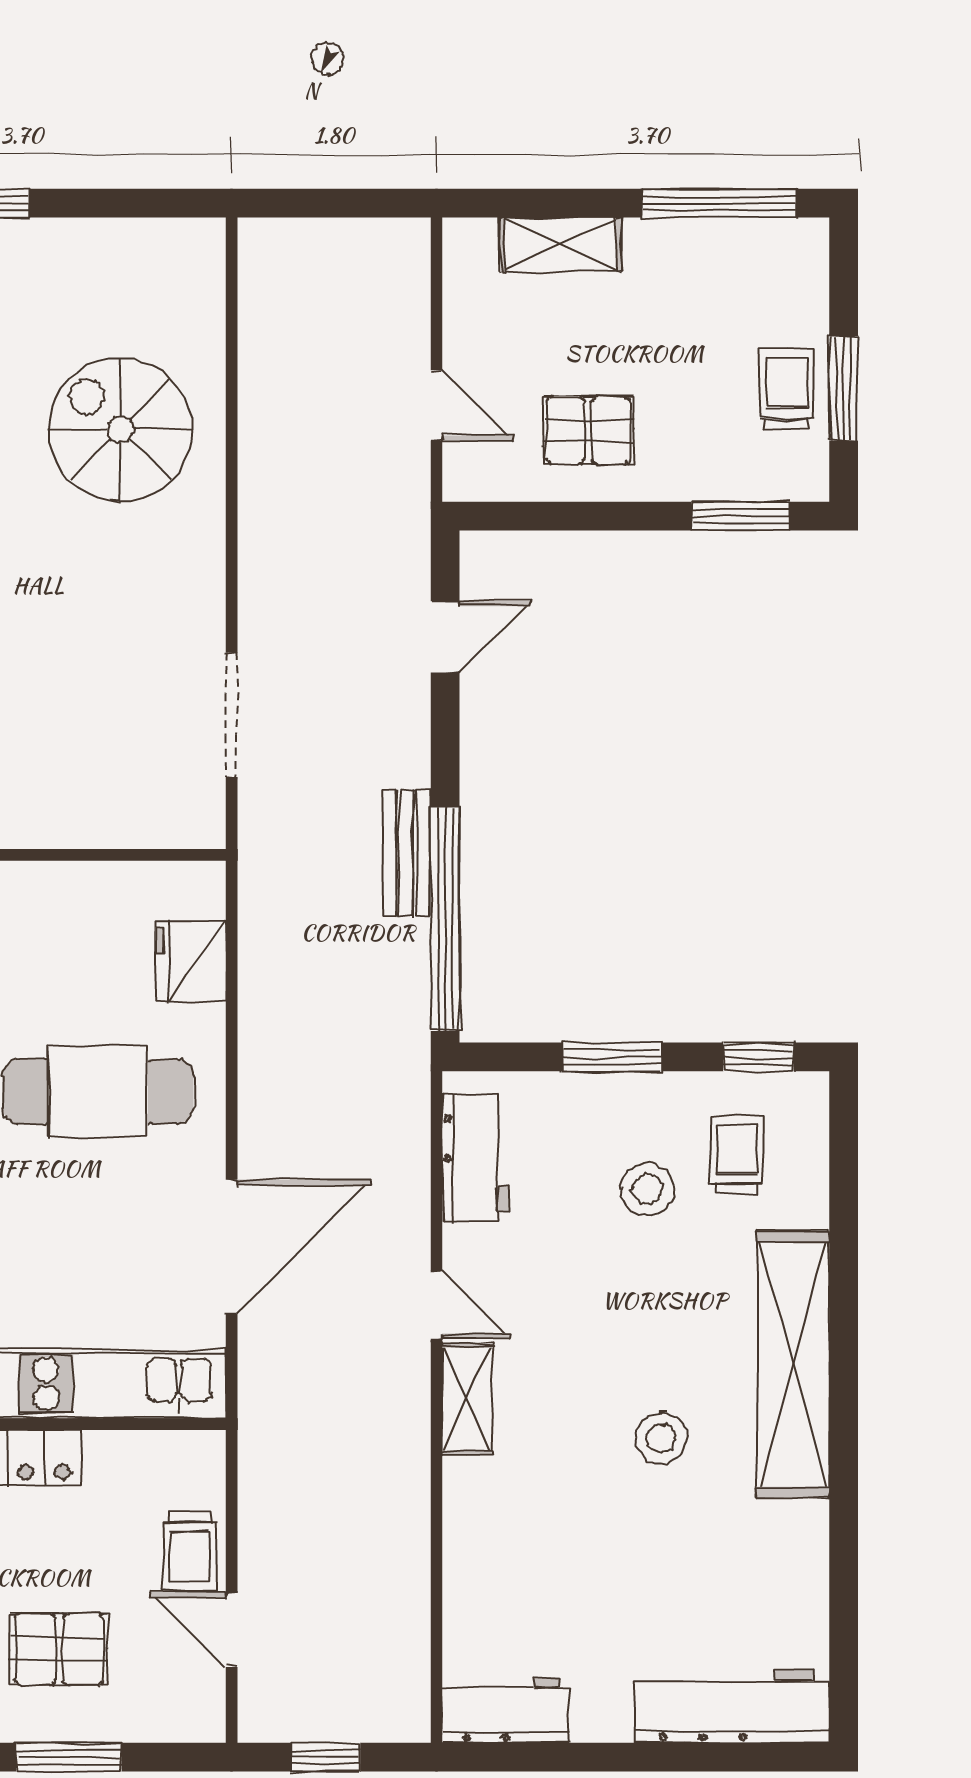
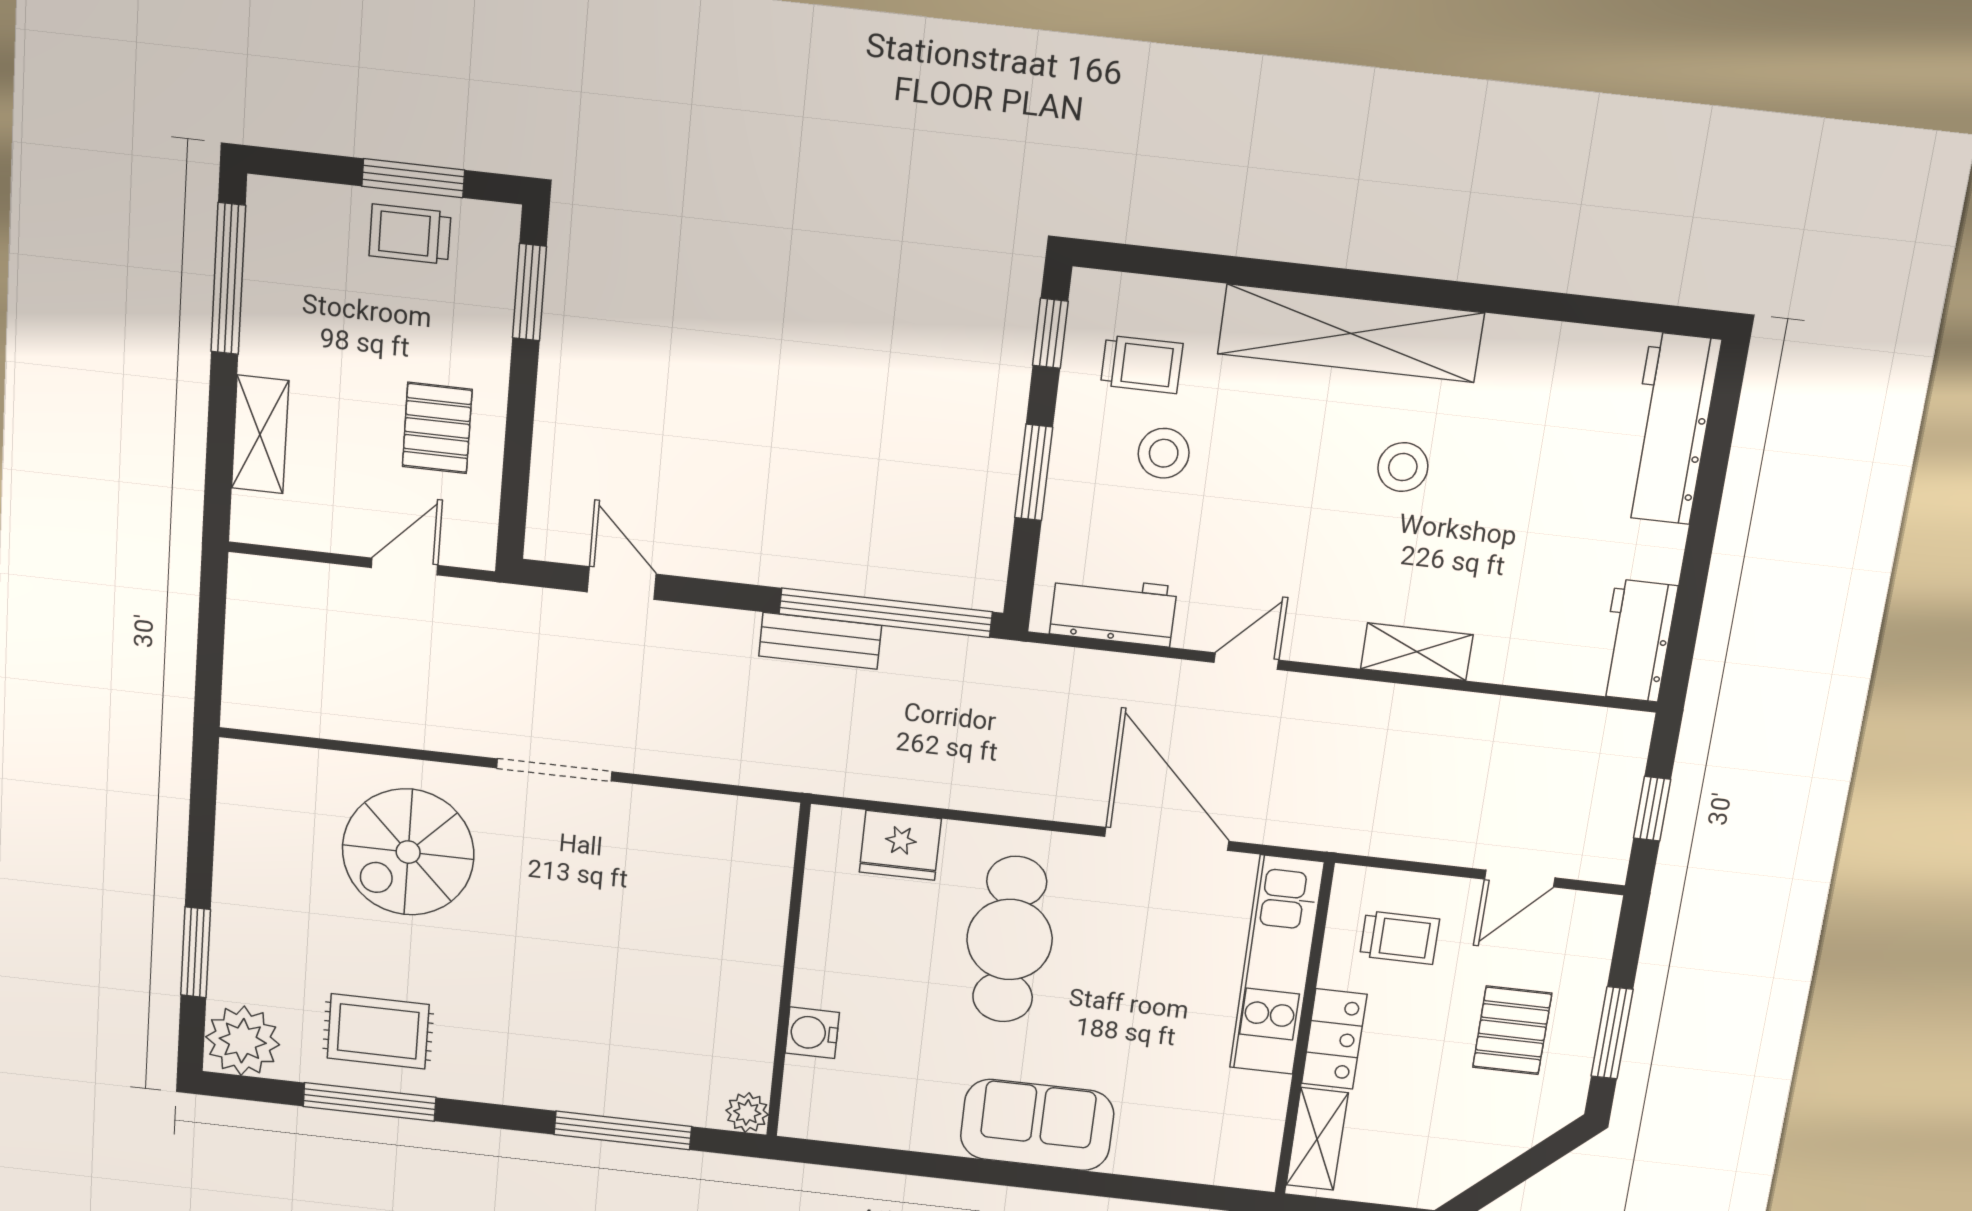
doorway: (232, 715) -> (554, 770), moved
trolley: (737, 1155) -> (1142, 364), turned 180
shelving: (467, 1399) -> (1417, 652), moved
trolley: (190, 1551) -> (1400, 938), moved

